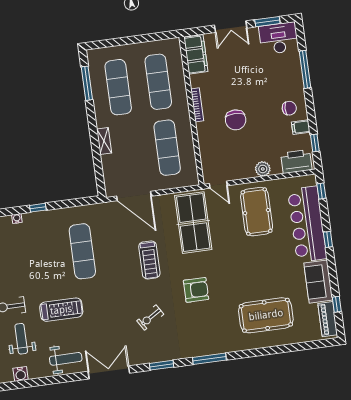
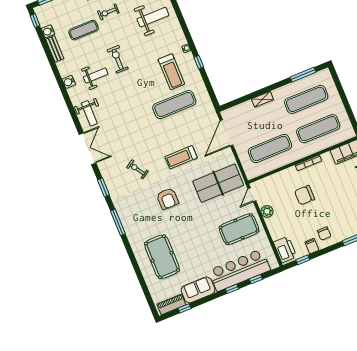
plant: (263, 169) -> (267, 211), moved
window: (321, 191) -> (256, 279), moved
treadmill: (61, 310) -> (171, 72), moved

